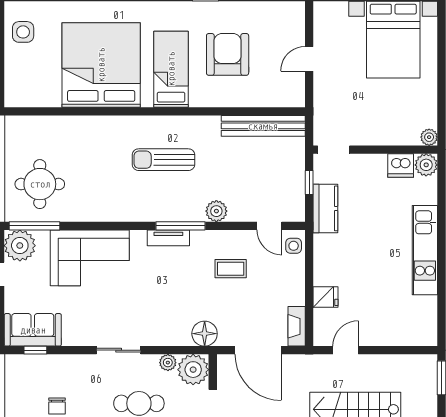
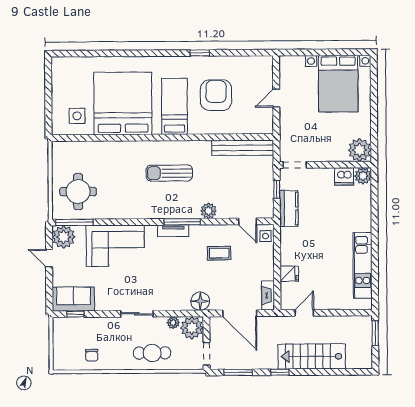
side table: (23, 32) -> (77, 116), moved
plant: (429, 137) -> (360, 150), width x1.87, depth x1.87
kitchen unit: (425, 250) -> (363, 265), moved

